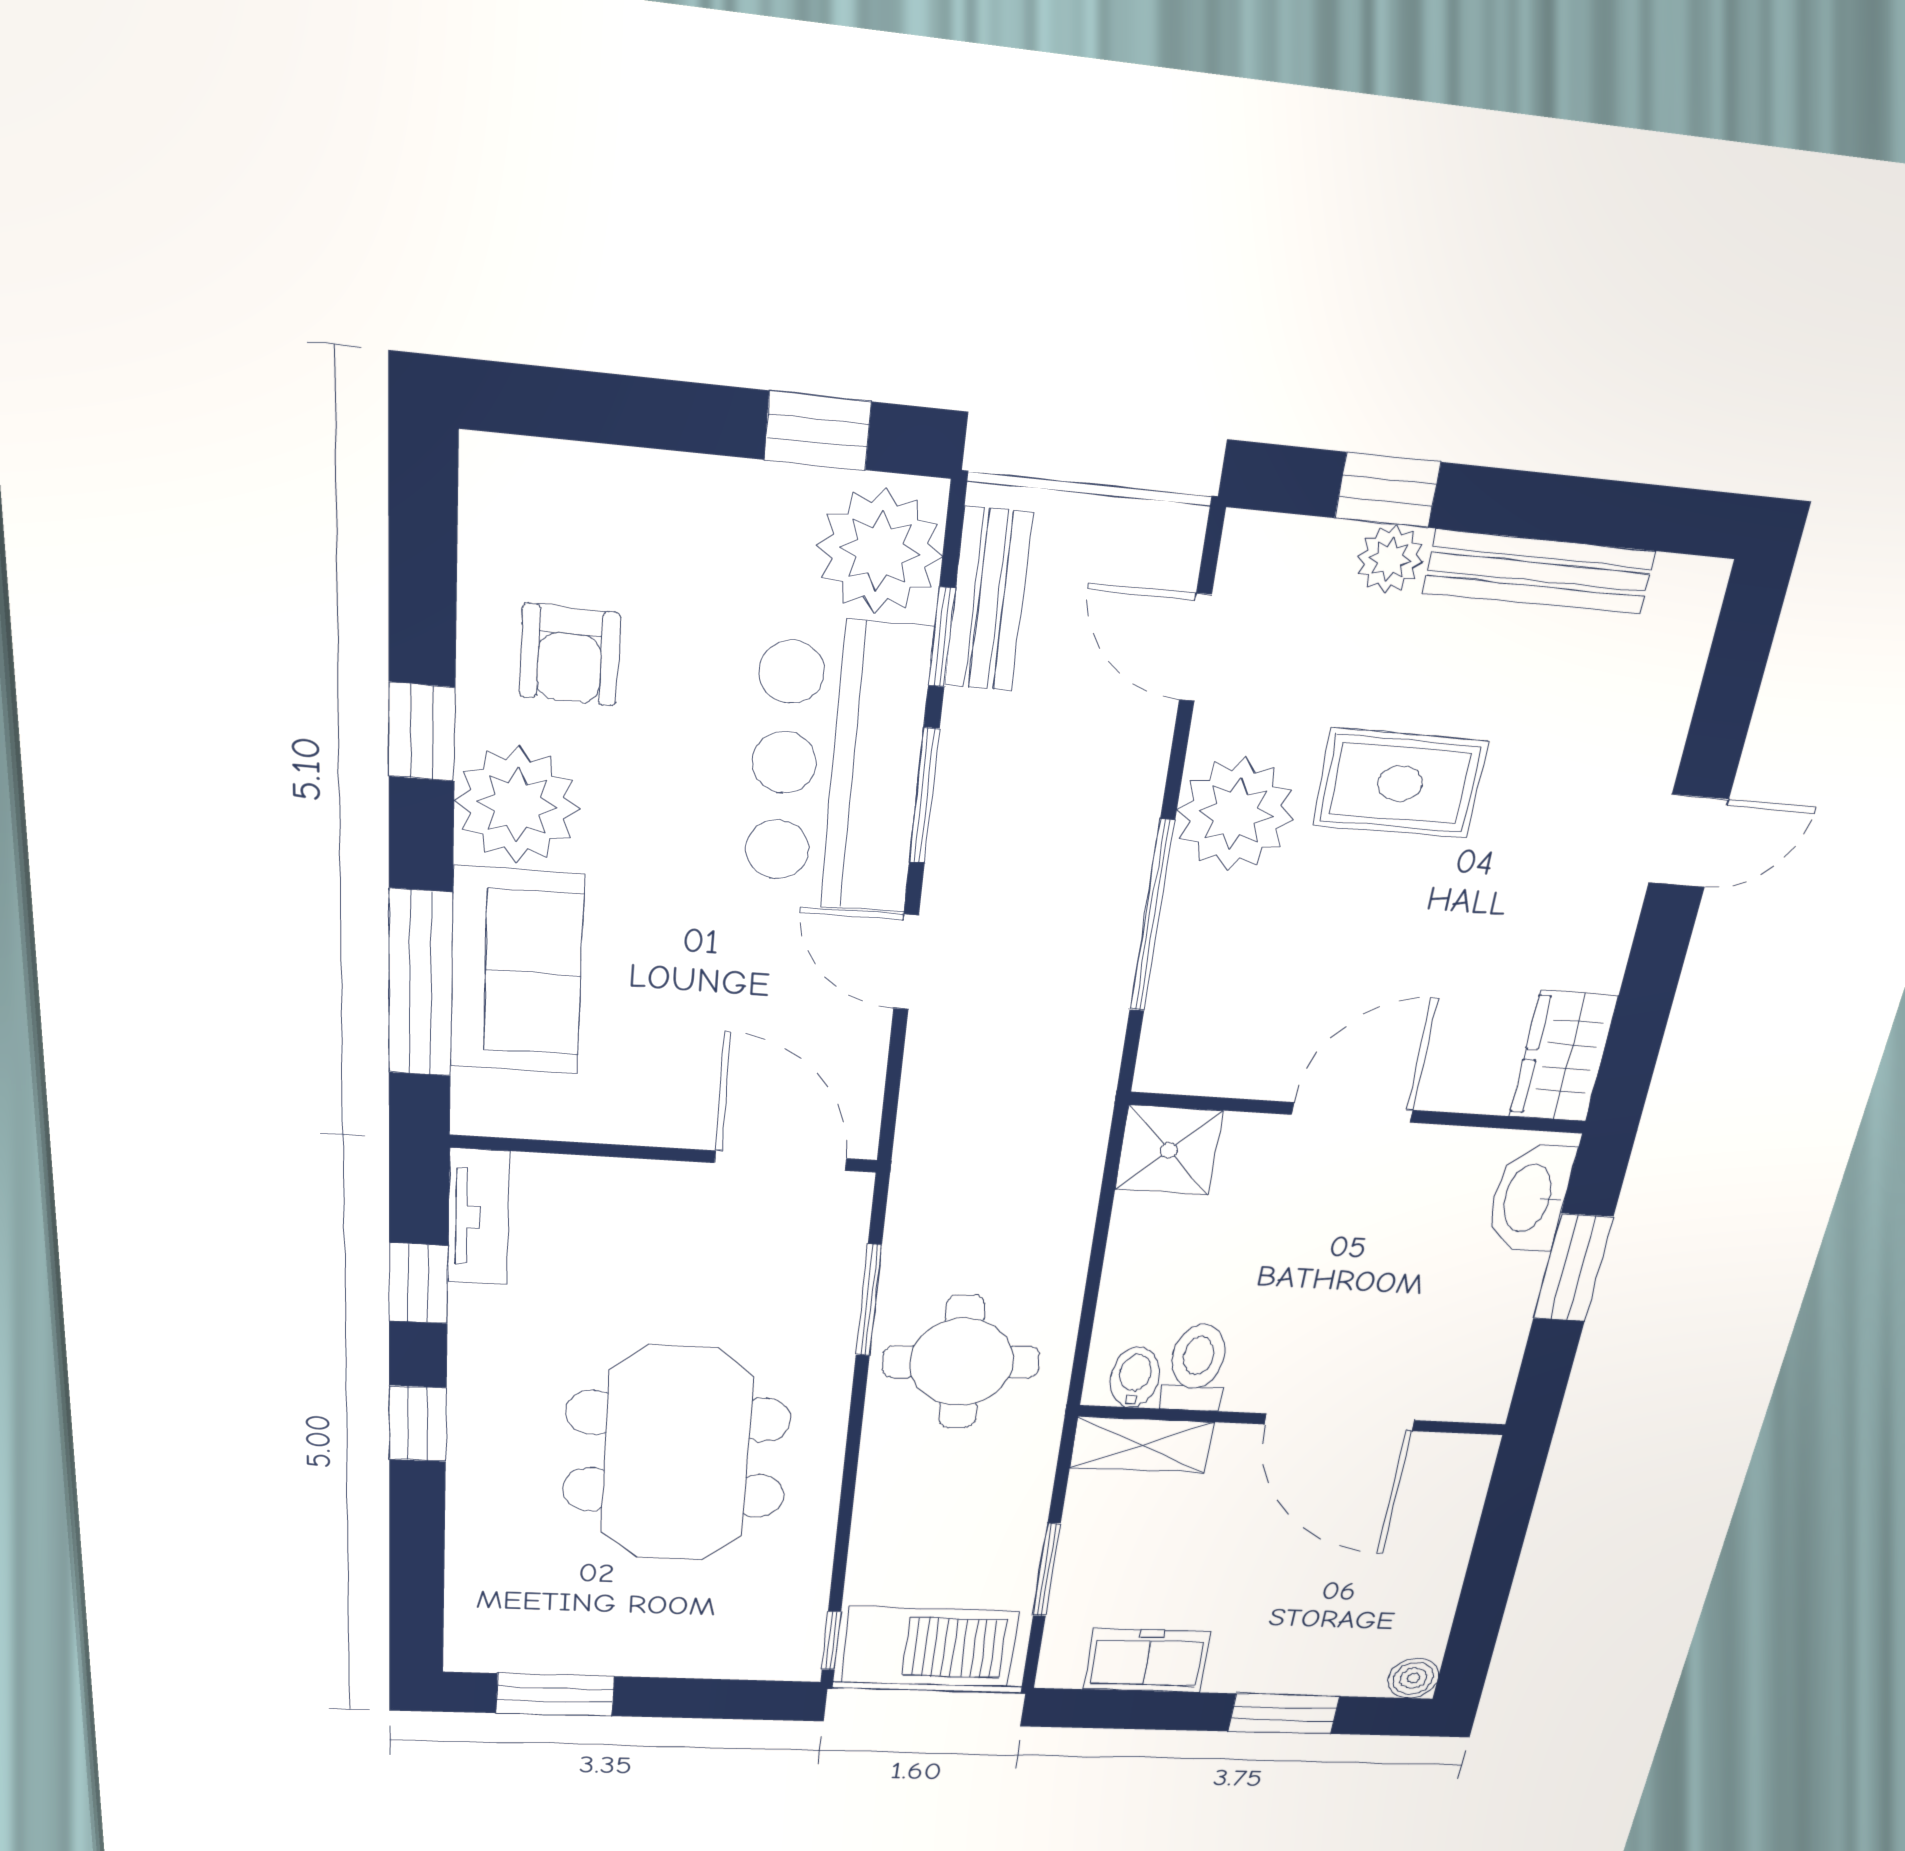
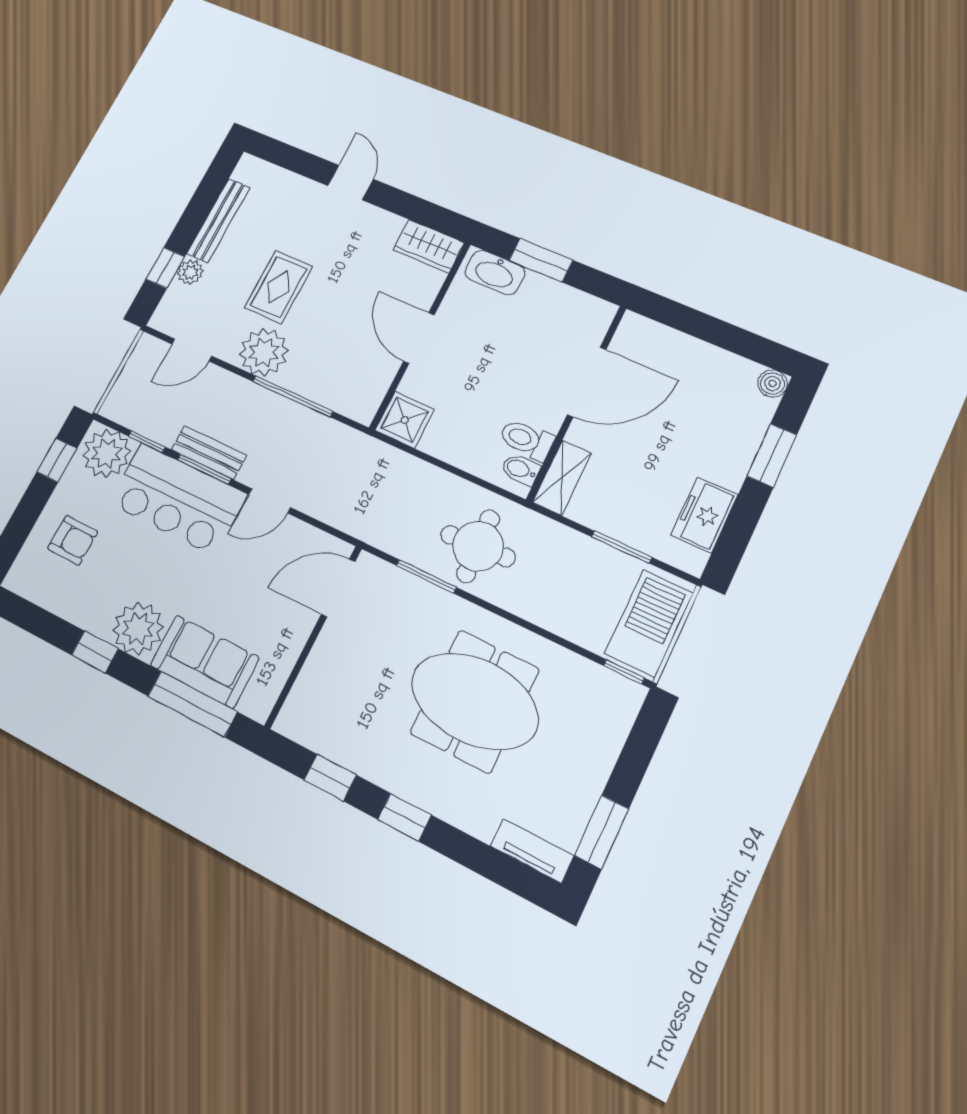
bench: (988, 600) -> (209, 452), moved
armchair: (570, 655) -> (73, 540), moved
tv unit: (479, 1217) -> (532, 851), moved

